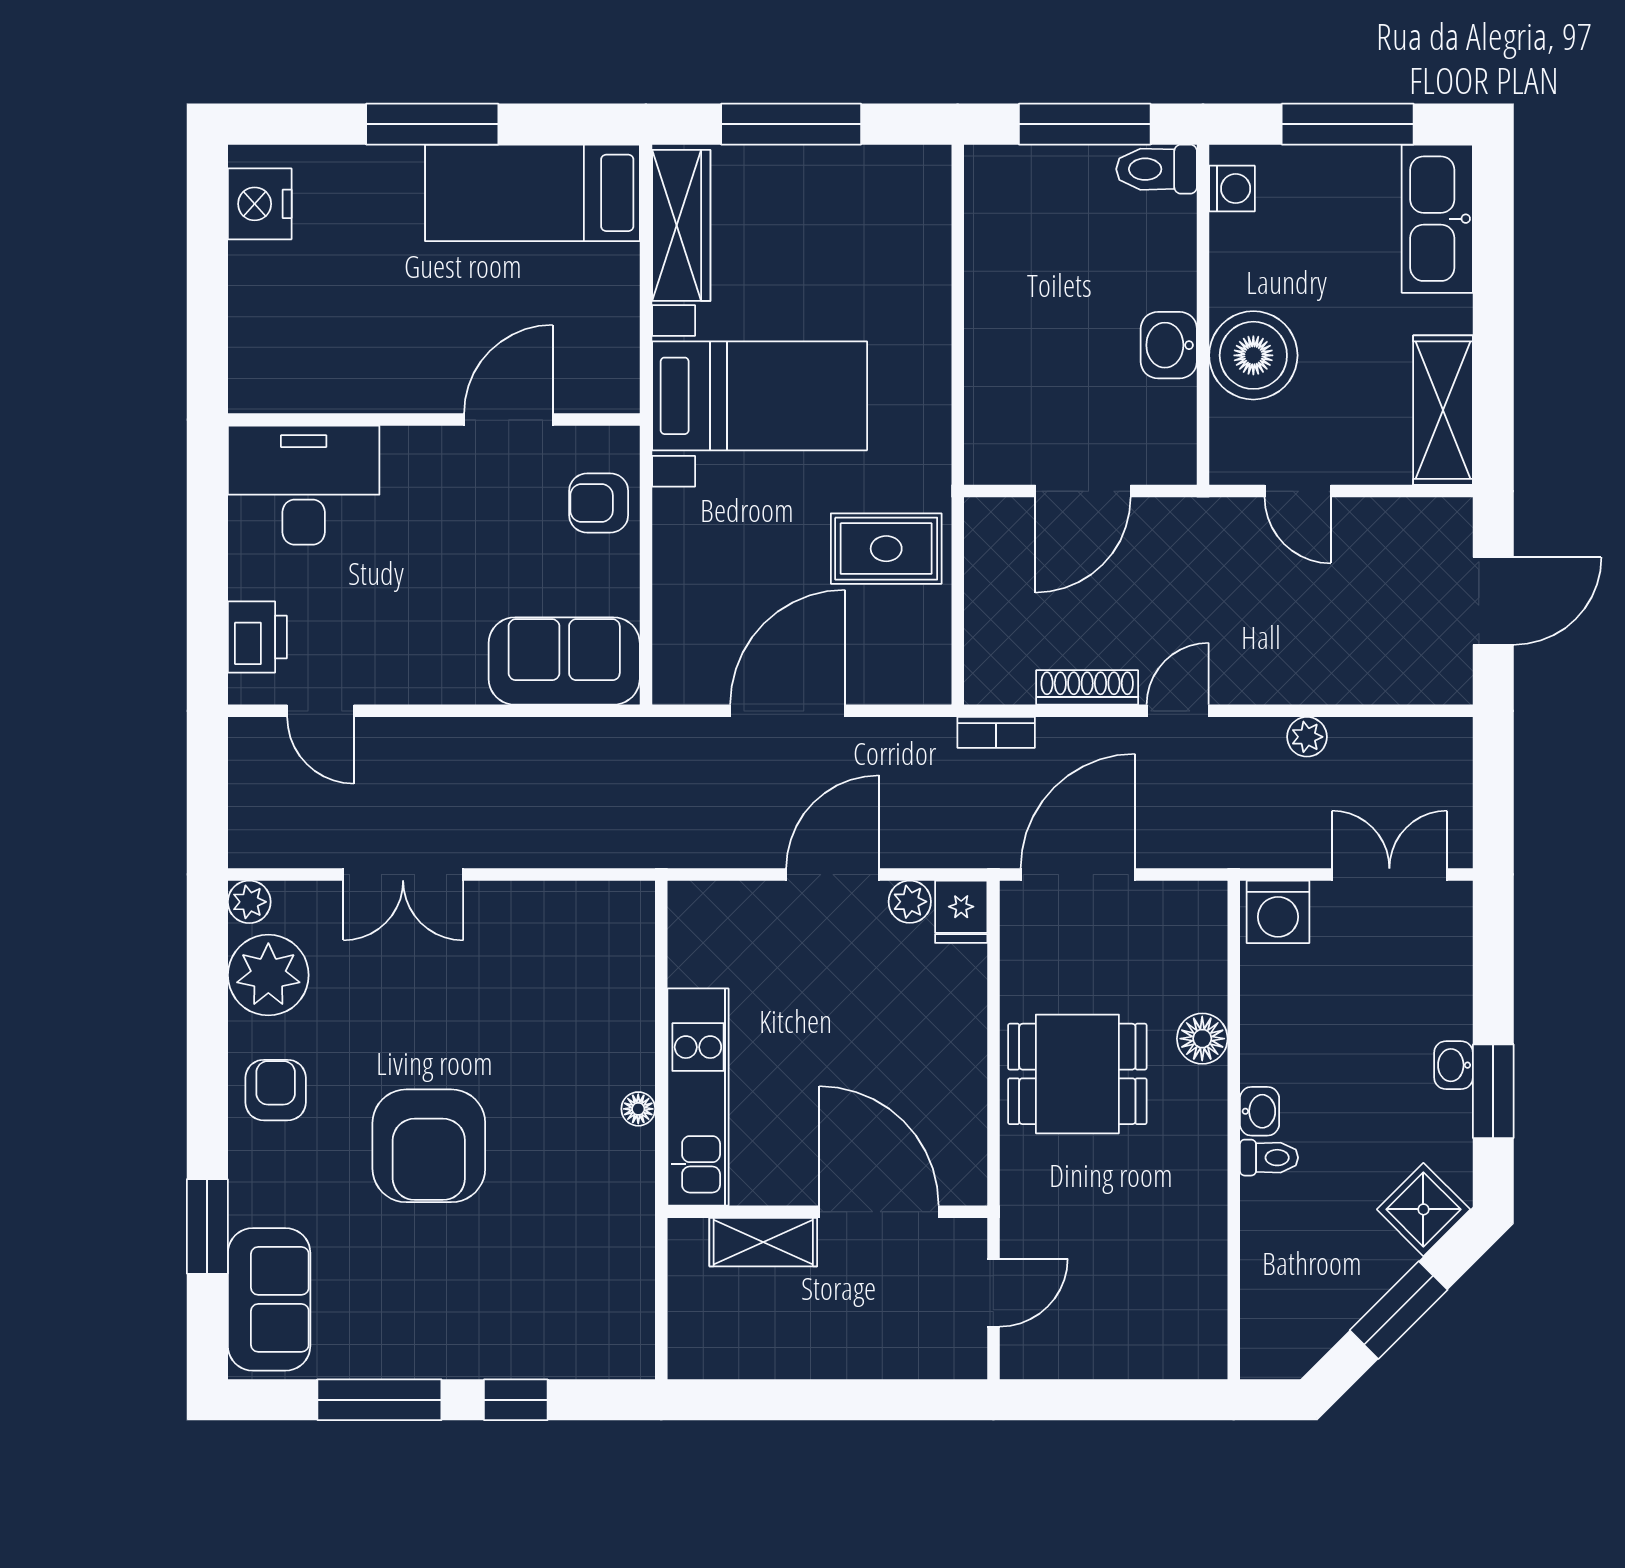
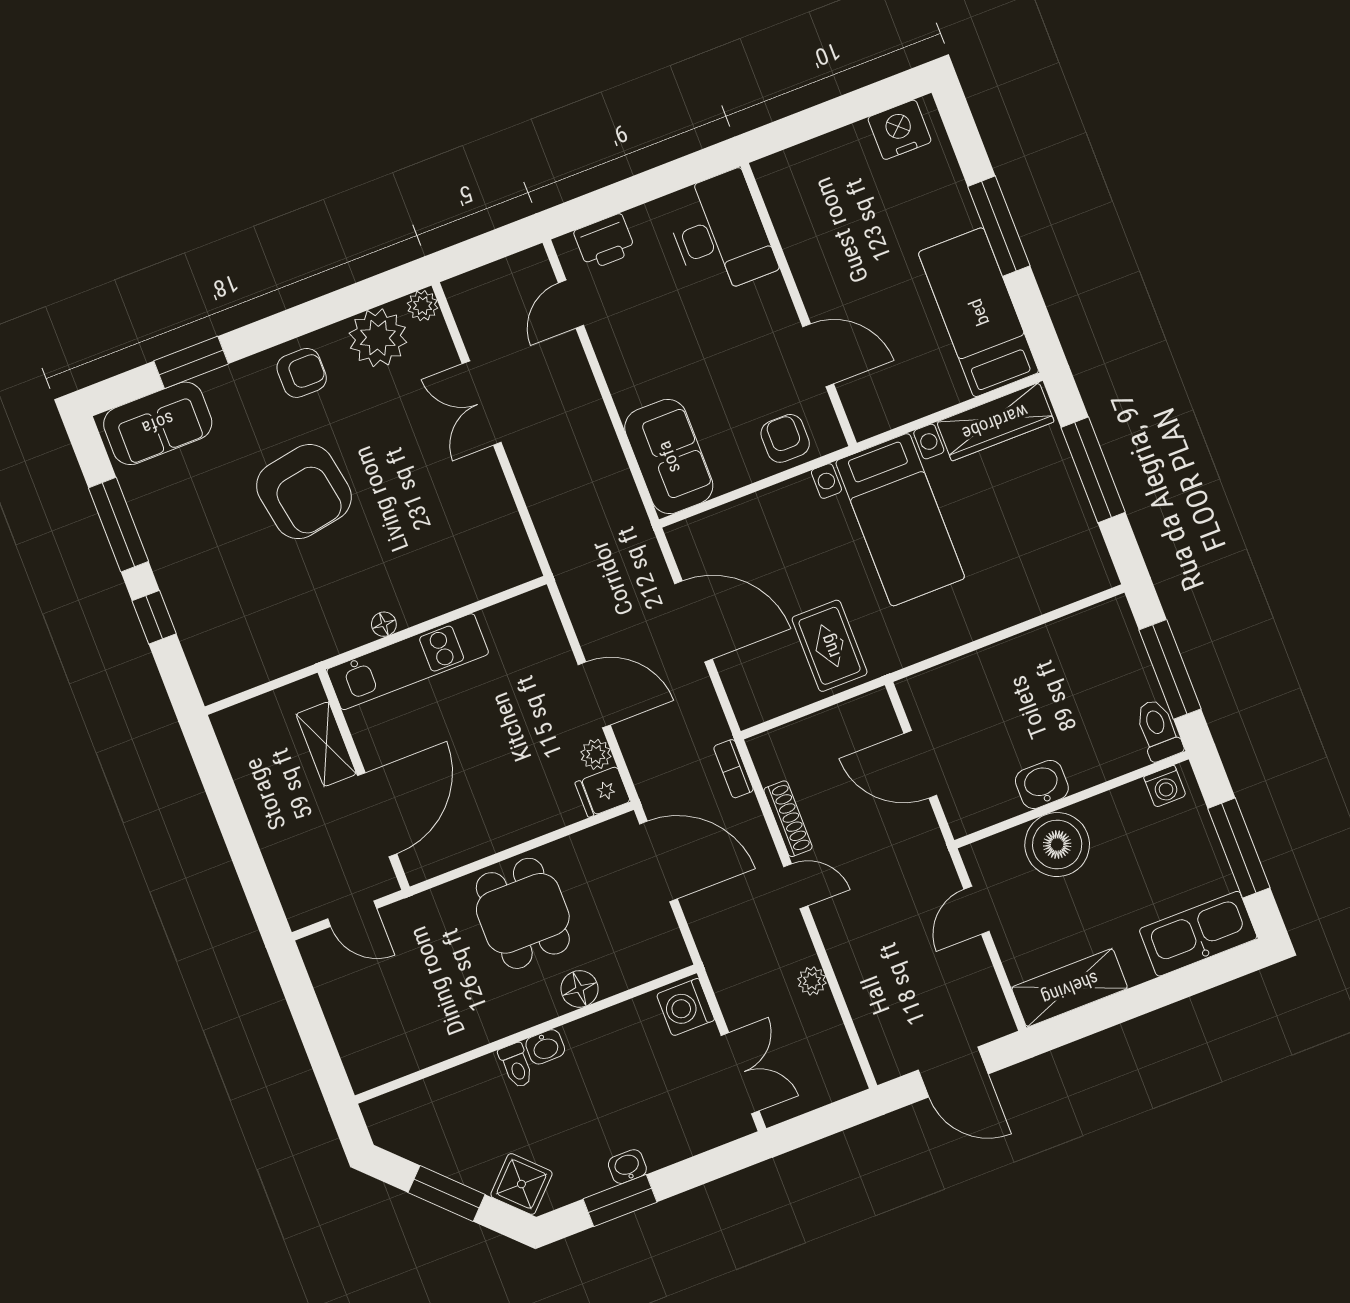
armchair: (429, 1146) -> (304, 492), turned -100

